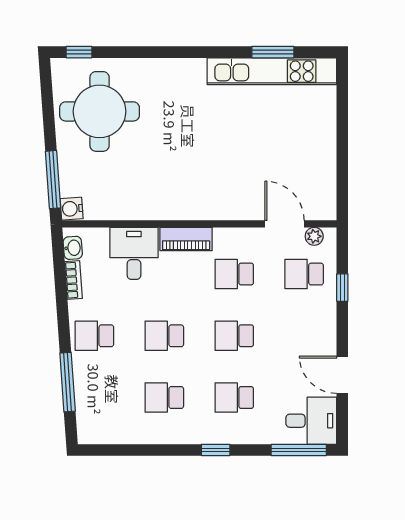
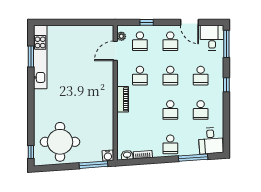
desk: (134, 253) -> (211, 141), moved, turned -94
school desk: (304, 336) -> (170, 41), added
door: (342, 375) -> (189, 22), hinge flipped

